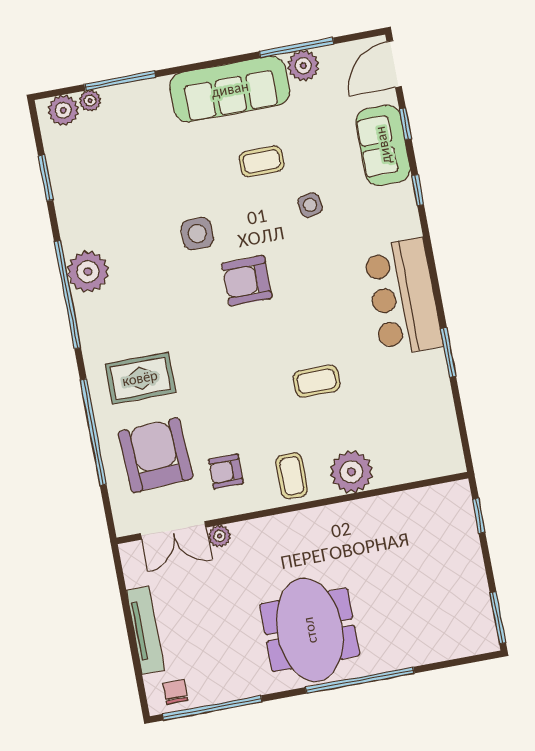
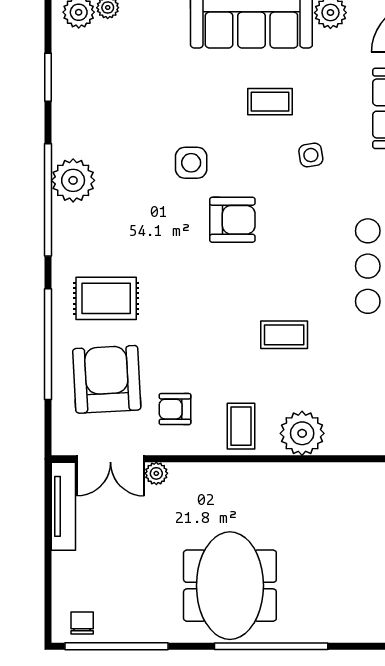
armchair: (247, 281) -> (232, 220), turned 180
tv unit: (145, 630) -> (63, 506), moved

